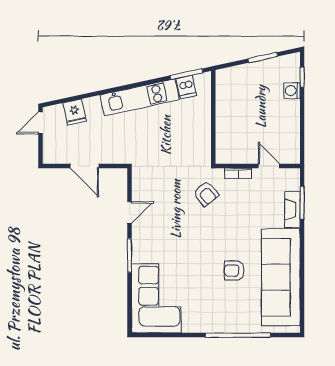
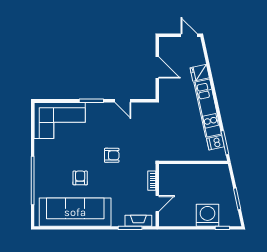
washing machine: (292, 91) -> (207, 215), width x1.89, depth x1.89
fridge: (75, 112) -> (200, 73), moved
door: (84, 166) -> (157, 68), swing flipped
armchair: (206, 194) -> (112, 155), moved, turned -141
fireplace: (292, 209) -> (138, 221), moved

